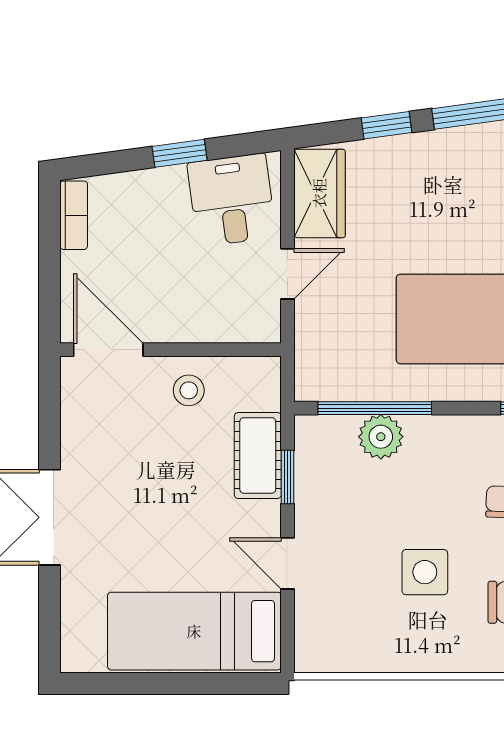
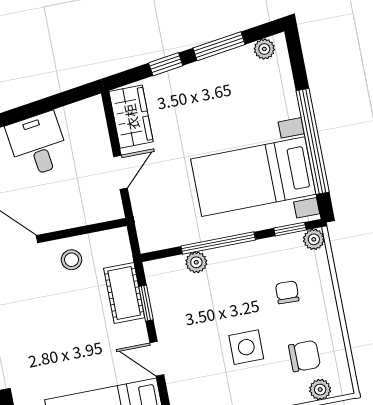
window: (180, 153) -> (36, 108), removed
desk: (232, 200) -> (38, 144), moved
window: (375, 408) -> (218, 243), moved
plant: (381, 437) -> (196, 262), width x0.73, depth x0.73

